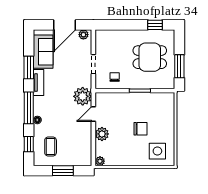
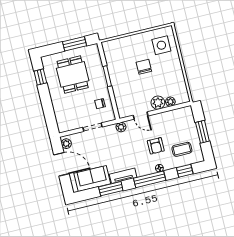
plant: (83, 96) -> (121, 127), width x0.53, depth x0.53
armchair: (60, 122) -> (156, 146), added
plant: (100, 161) -> (170, 102), moved

